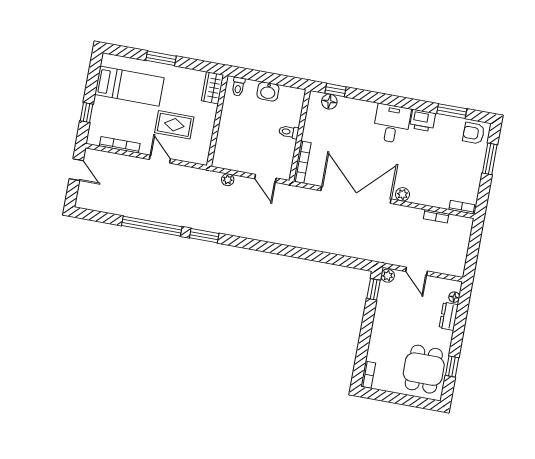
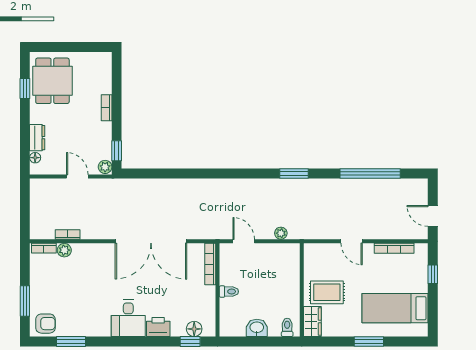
printer: (423, 120) -> (158, 327), moved
rug: (174, 125) -> (327, 292), moved
plant: (403, 194) -> (64, 250), moved
window: (152, 226) -> (370, 174), moved
bookcase: (368, 375) -> (107, 108), moved

